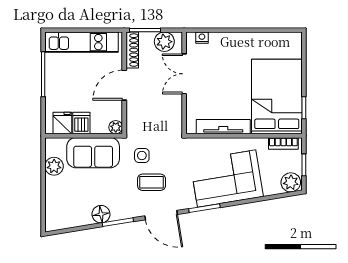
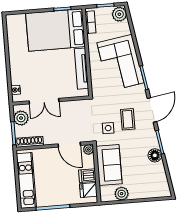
door: (124, 85) -> (69, 145), moved

